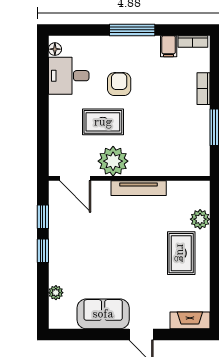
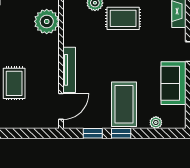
plant: (113, 161) -> (47, 21), moved
tv unit: (139, 188) -> (69, 70), moved
coffee table: (78, 254) -> (124, 104), added

